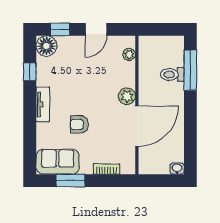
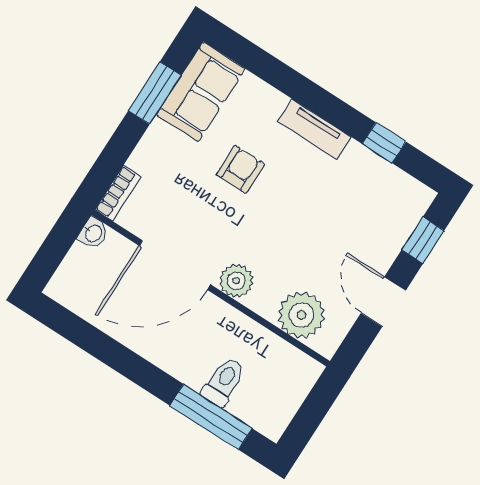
floor lamp: (46, 46) -> (409, 199), removed
plant: (129, 54) -> (301, 315), width x1.88, depth x1.88
door: (137, 126) -> (175, 265), hinge flipped
bookcase: (106, 169) -> (118, 193), moved
washbasin: (177, 169) -> (93, 233), moved

